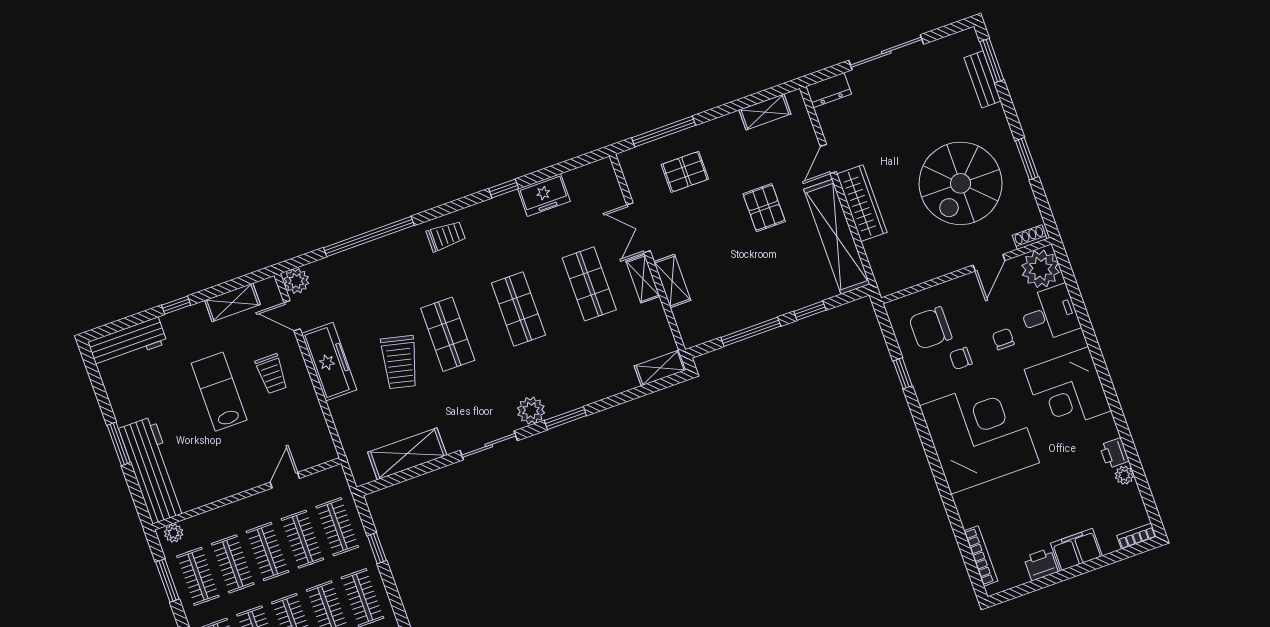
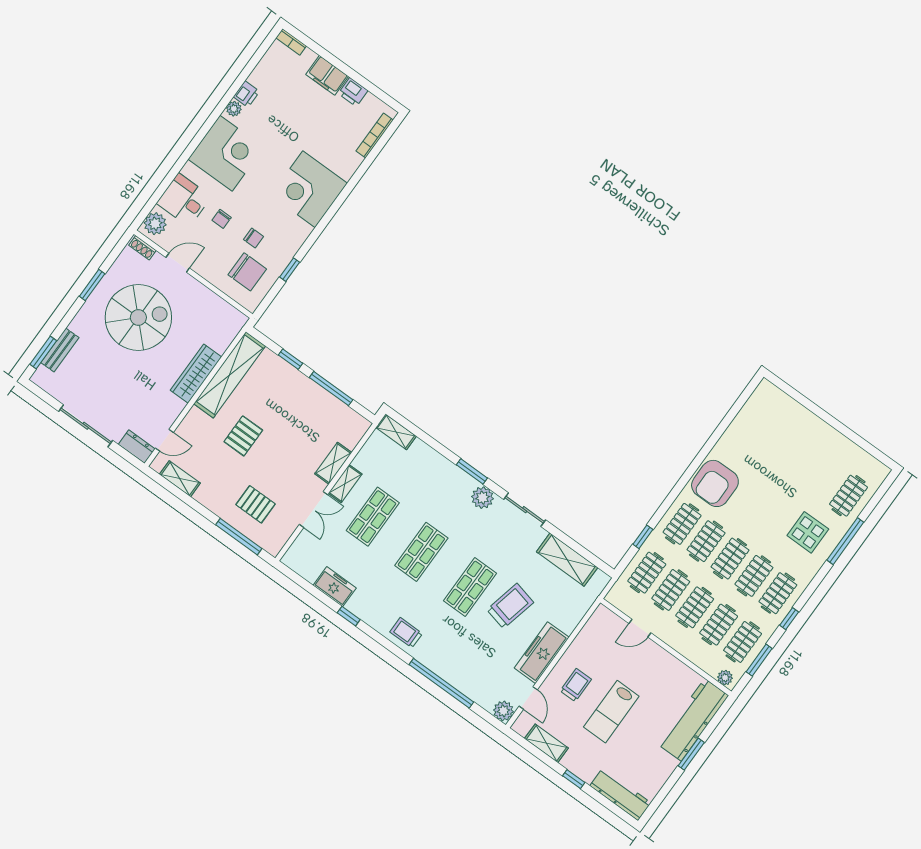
door: (828, 159) -> (164, 440), moved
plant: (1041, 269) -> (155, 224), width x0.73, depth x0.73
corner desk: (979, 434) -> (309, 189), width x0.74, depth x0.74
plant: (1124, 475) -> (234, 109), moved

